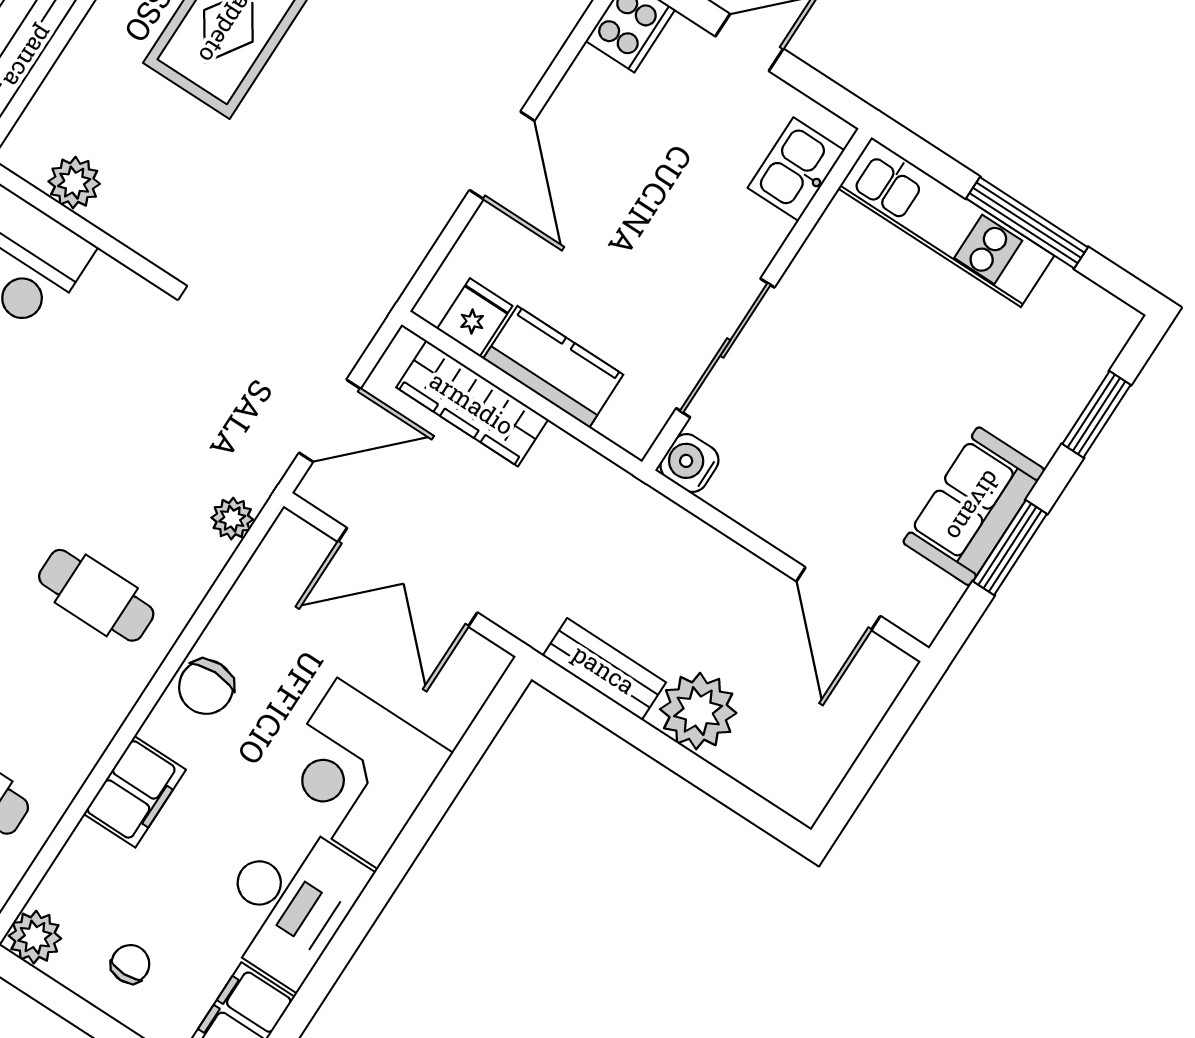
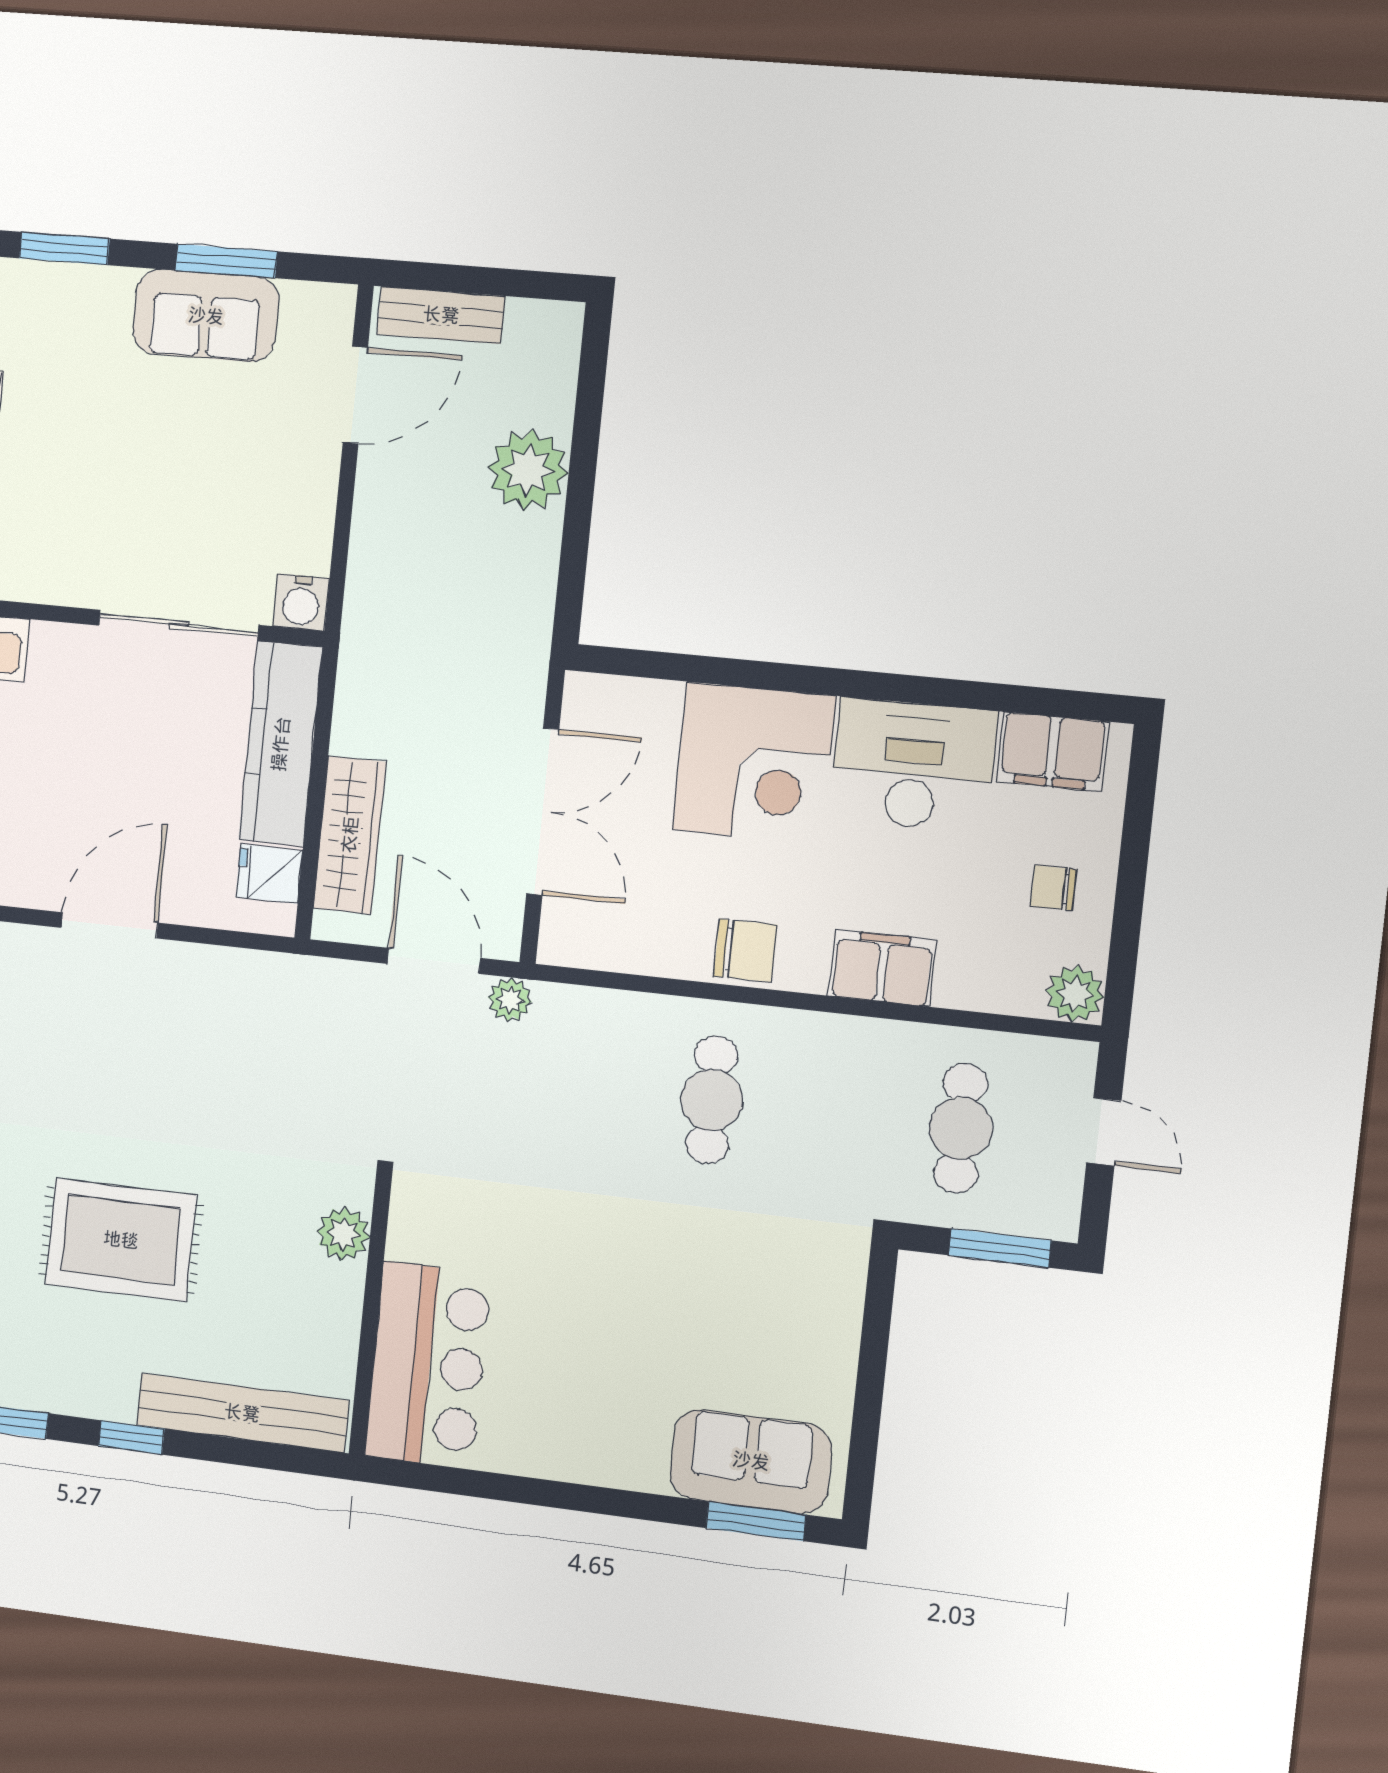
plant: (74, 183) -> (343, 1234), moved
kitchen counter: (553, 367) -> (281, 744), width x1.50
plant: (232, 519) -> (510, 1000), moved
bench: (604, 669) -> (441, 315), moved, turned 90

